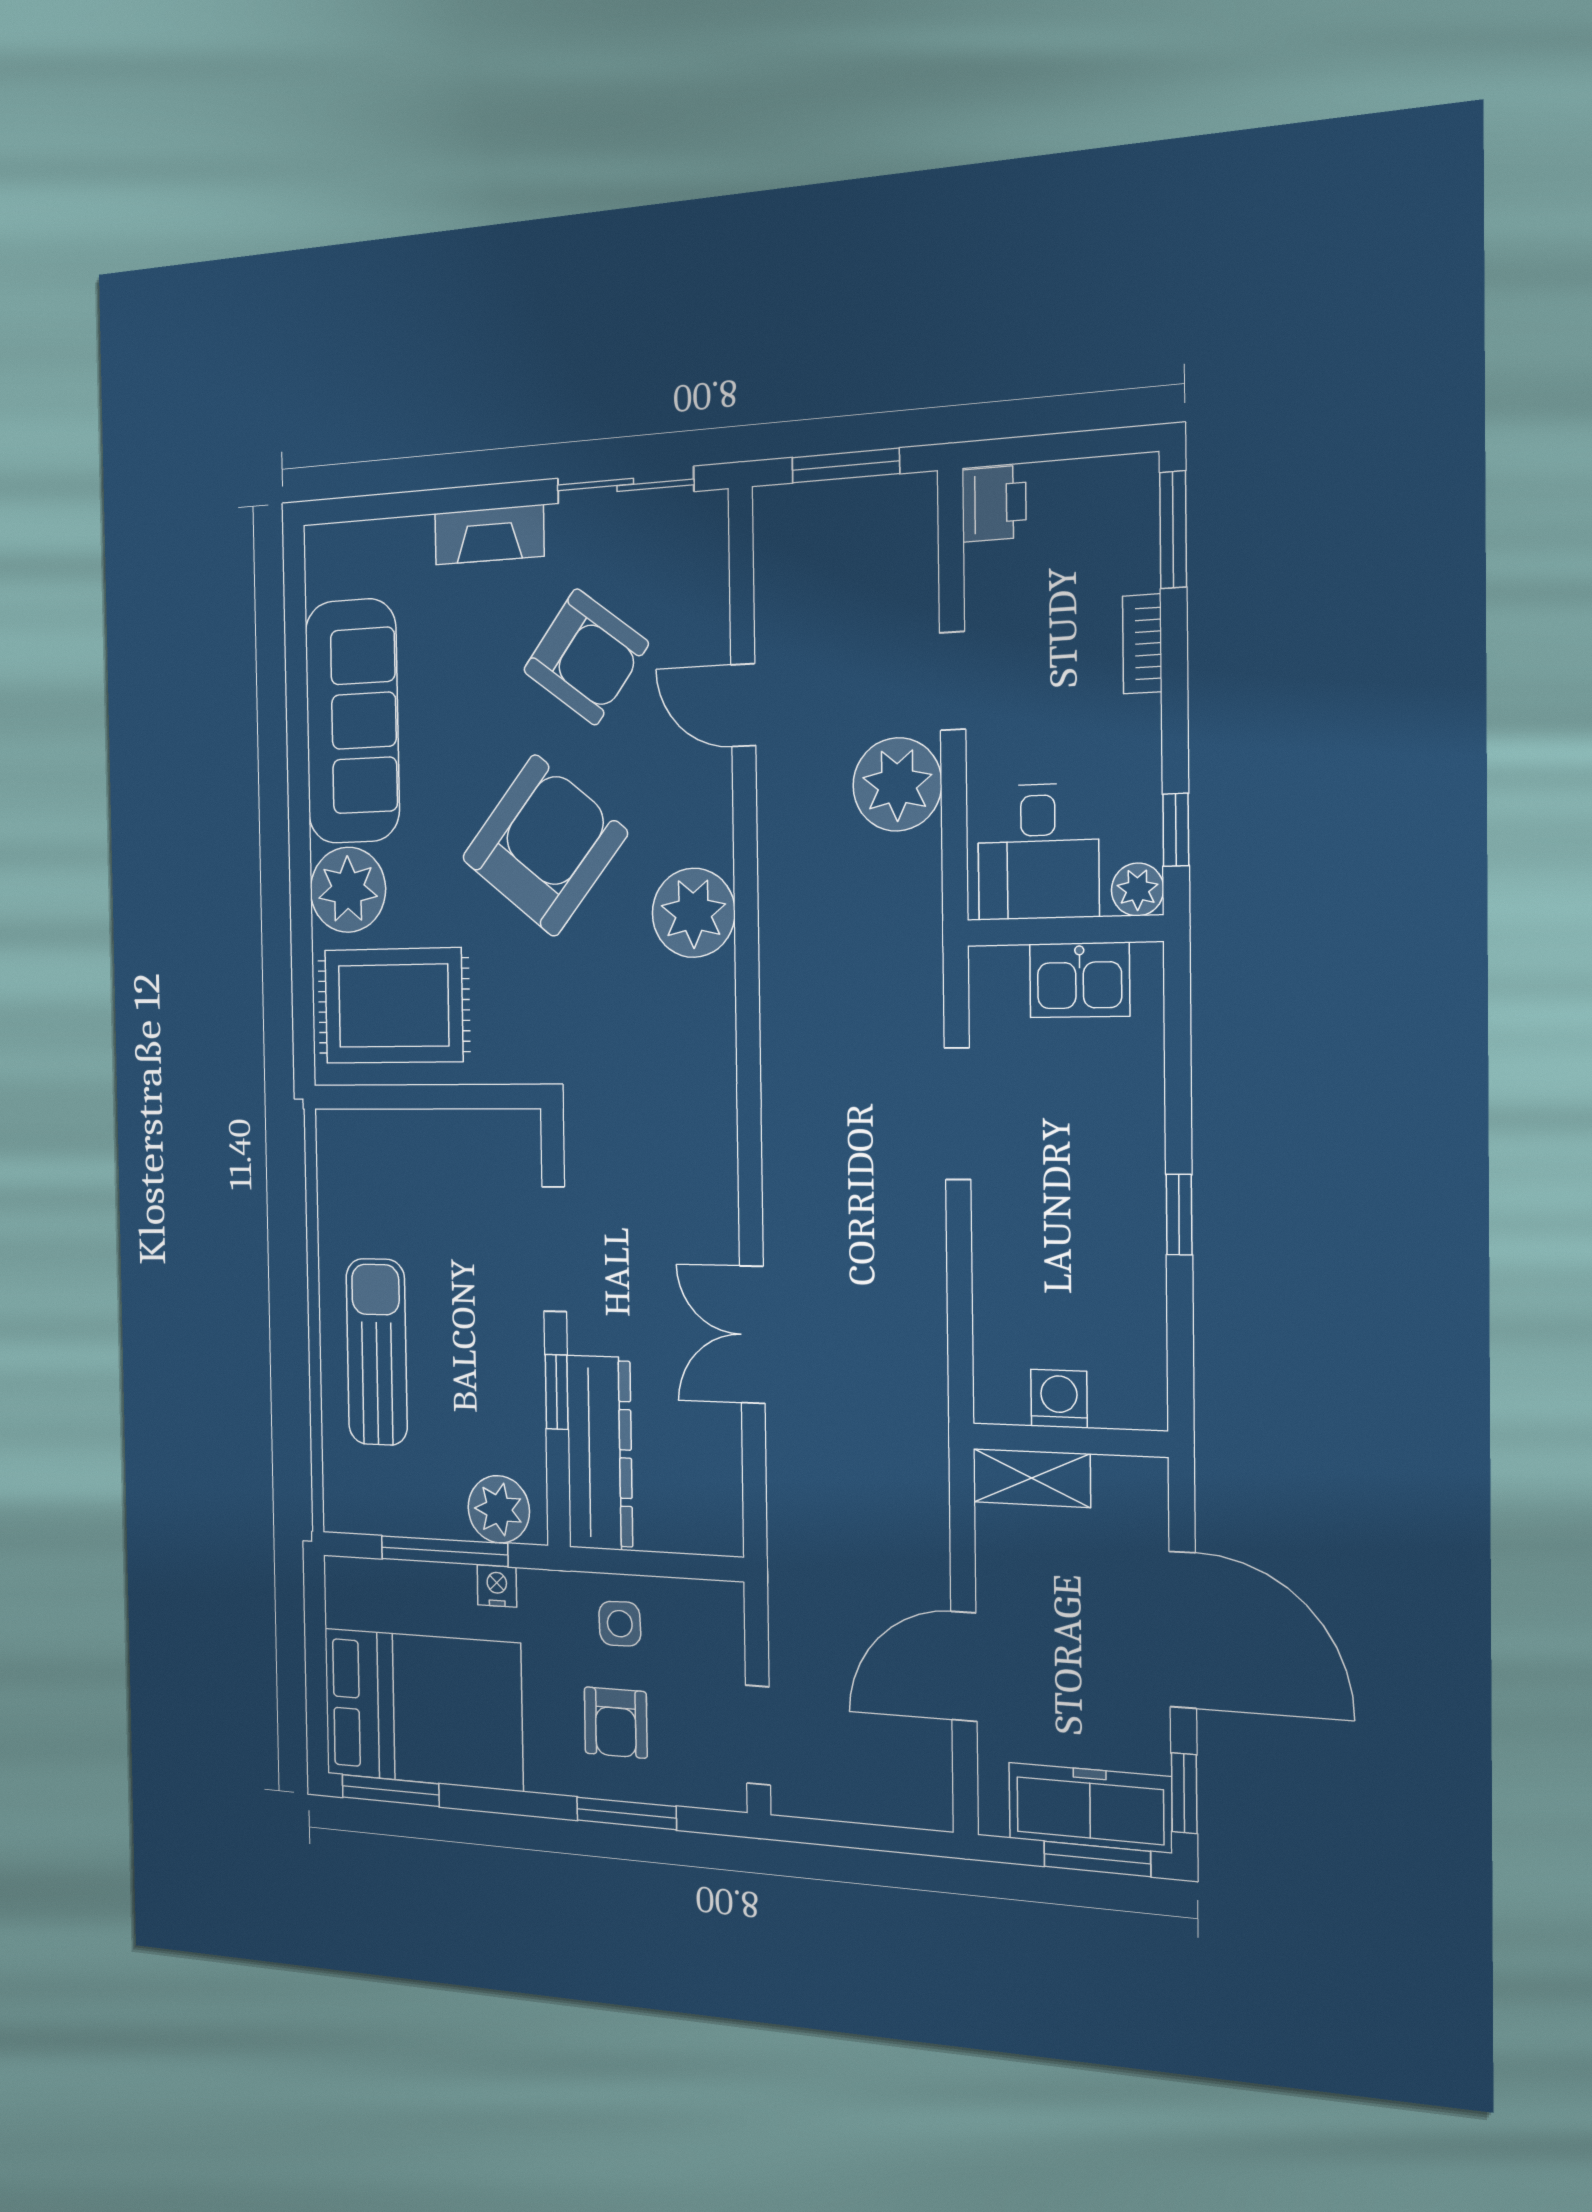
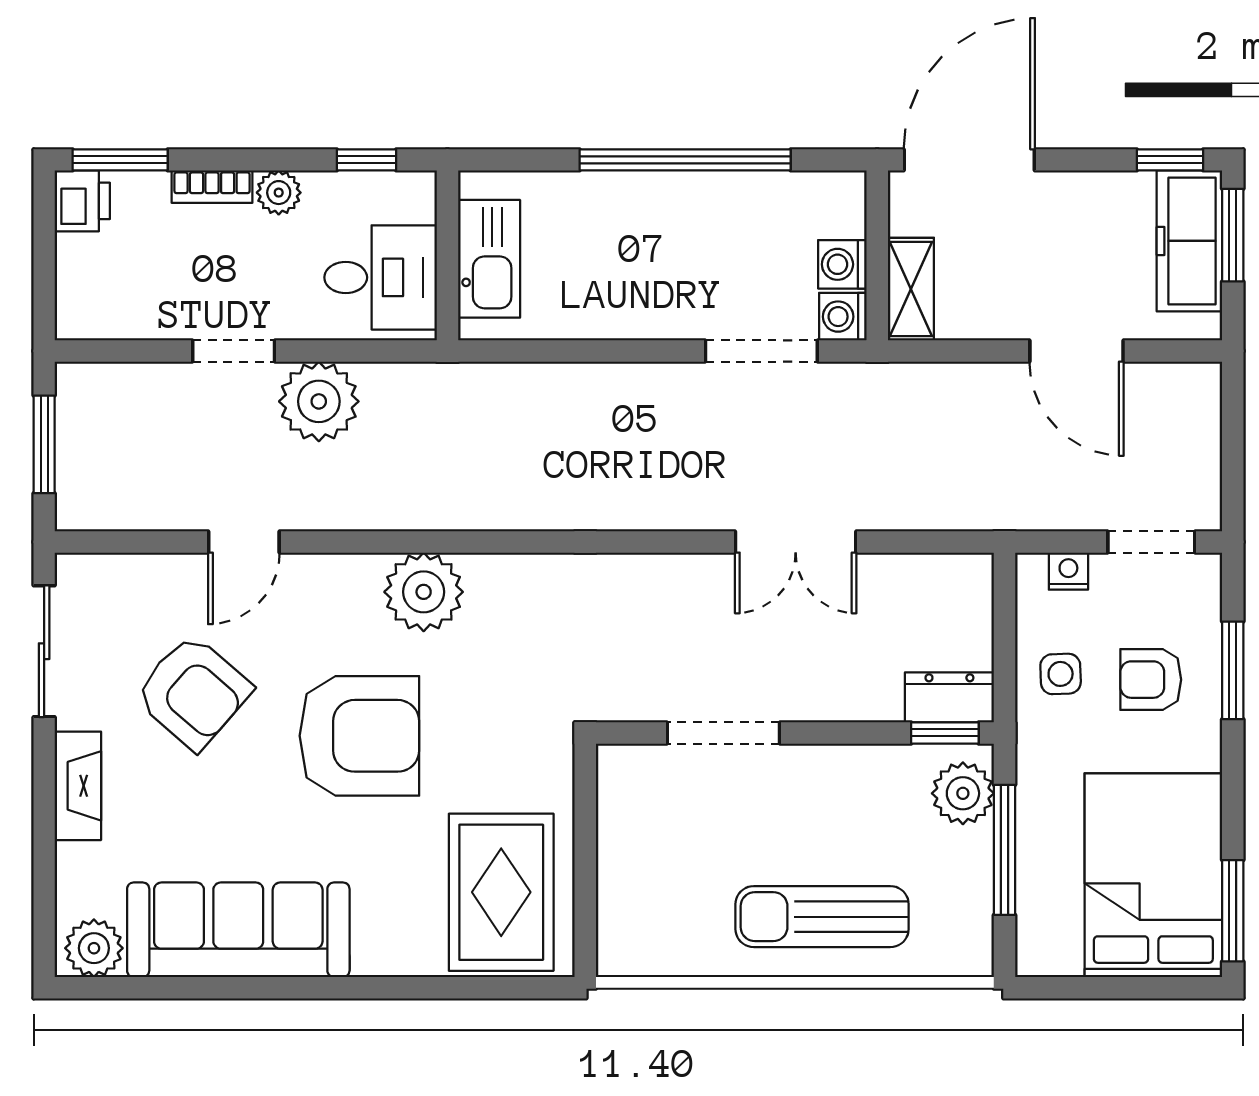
printer: (994, 504) -> (82, 201), moved, turned 90
armchair: (586, 657) -> (193, 692), turned 94
armchair: (545, 845) -> (359, 736), turned 141
plant: (1138, 889) -> (279, 193), moved
plant: (348, 890) -> (94, 948), moved, width x0.73, depth x0.73
kitchen sink: (1080, 980) -> (489, 259), width x1.38
doorway: (958, 1114) -> (761, 351), moved
window: (1179, 1215) -> (685, 160), width x3.17
window: (557, 1392) -> (945, 733), moved
washing machine: (999, 1397) -> (843, 317), added
dresser: (600, 1453) -> (949, 697), width x0.51, depth x0.80
nightstand: (497, 1586) -> (1068, 571), moved, turned 90
door: (1183, 1630) -> (969, 160), moved
armchair: (616, 1723) -> (1151, 680), turned 180

